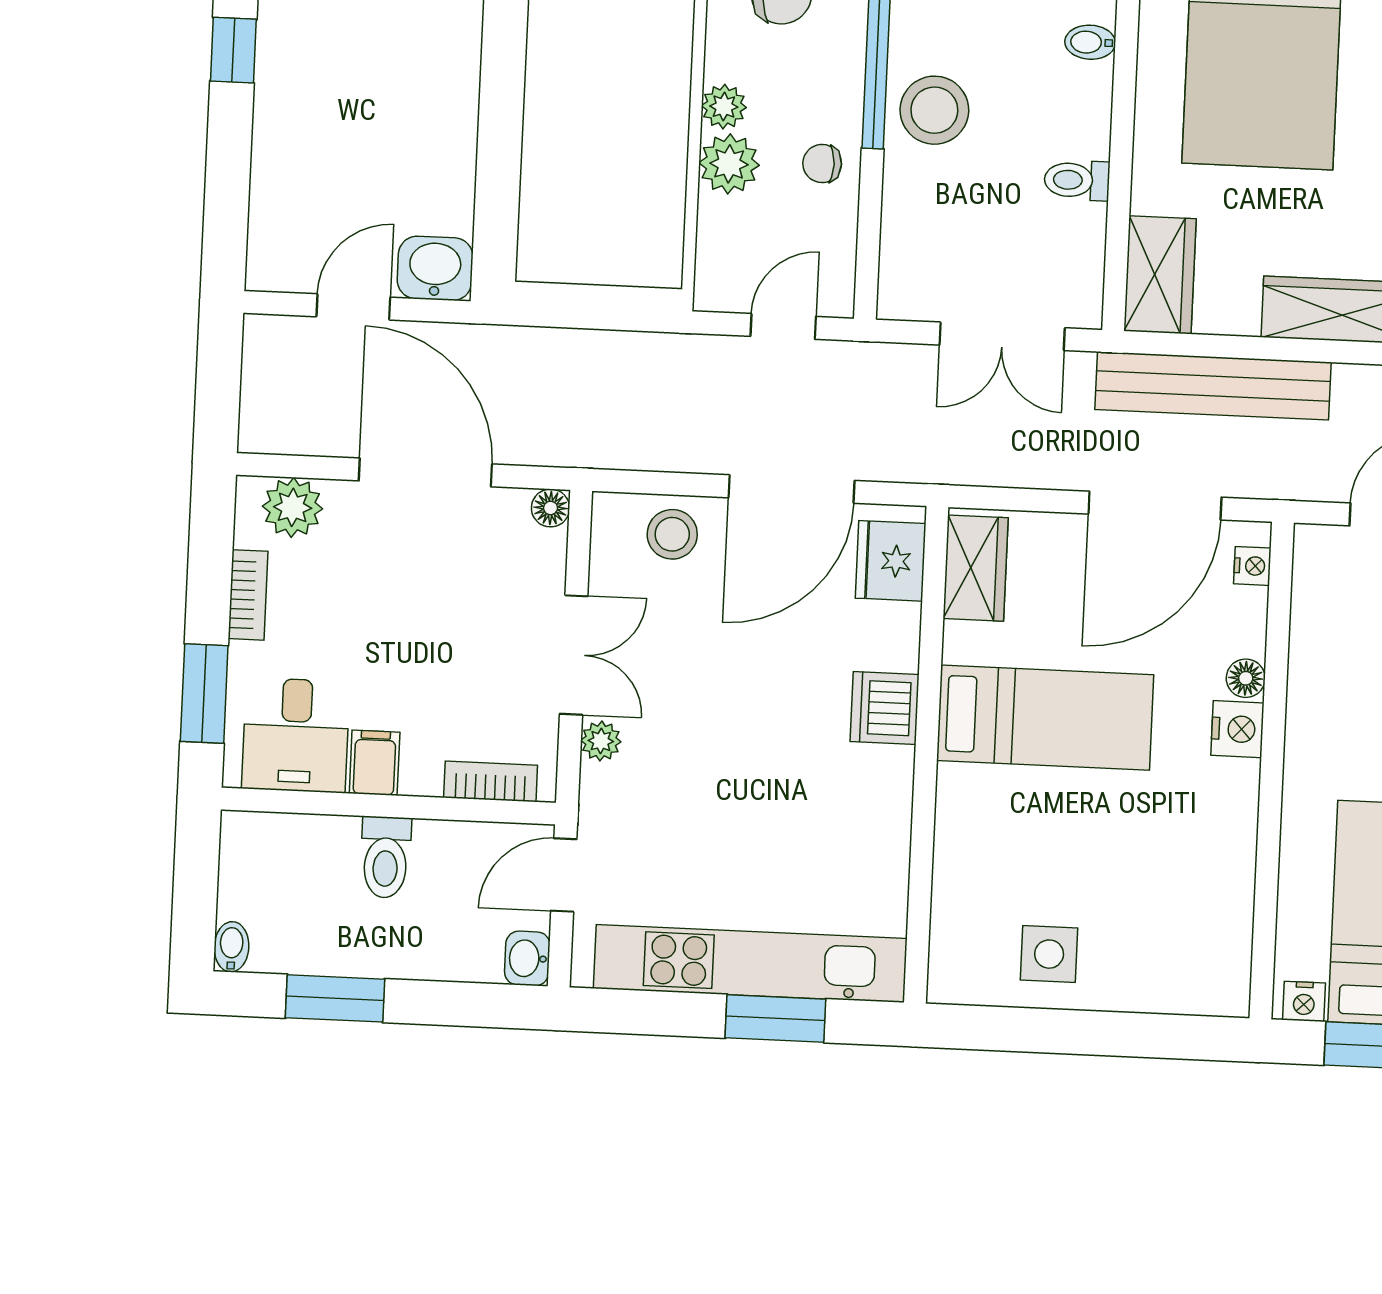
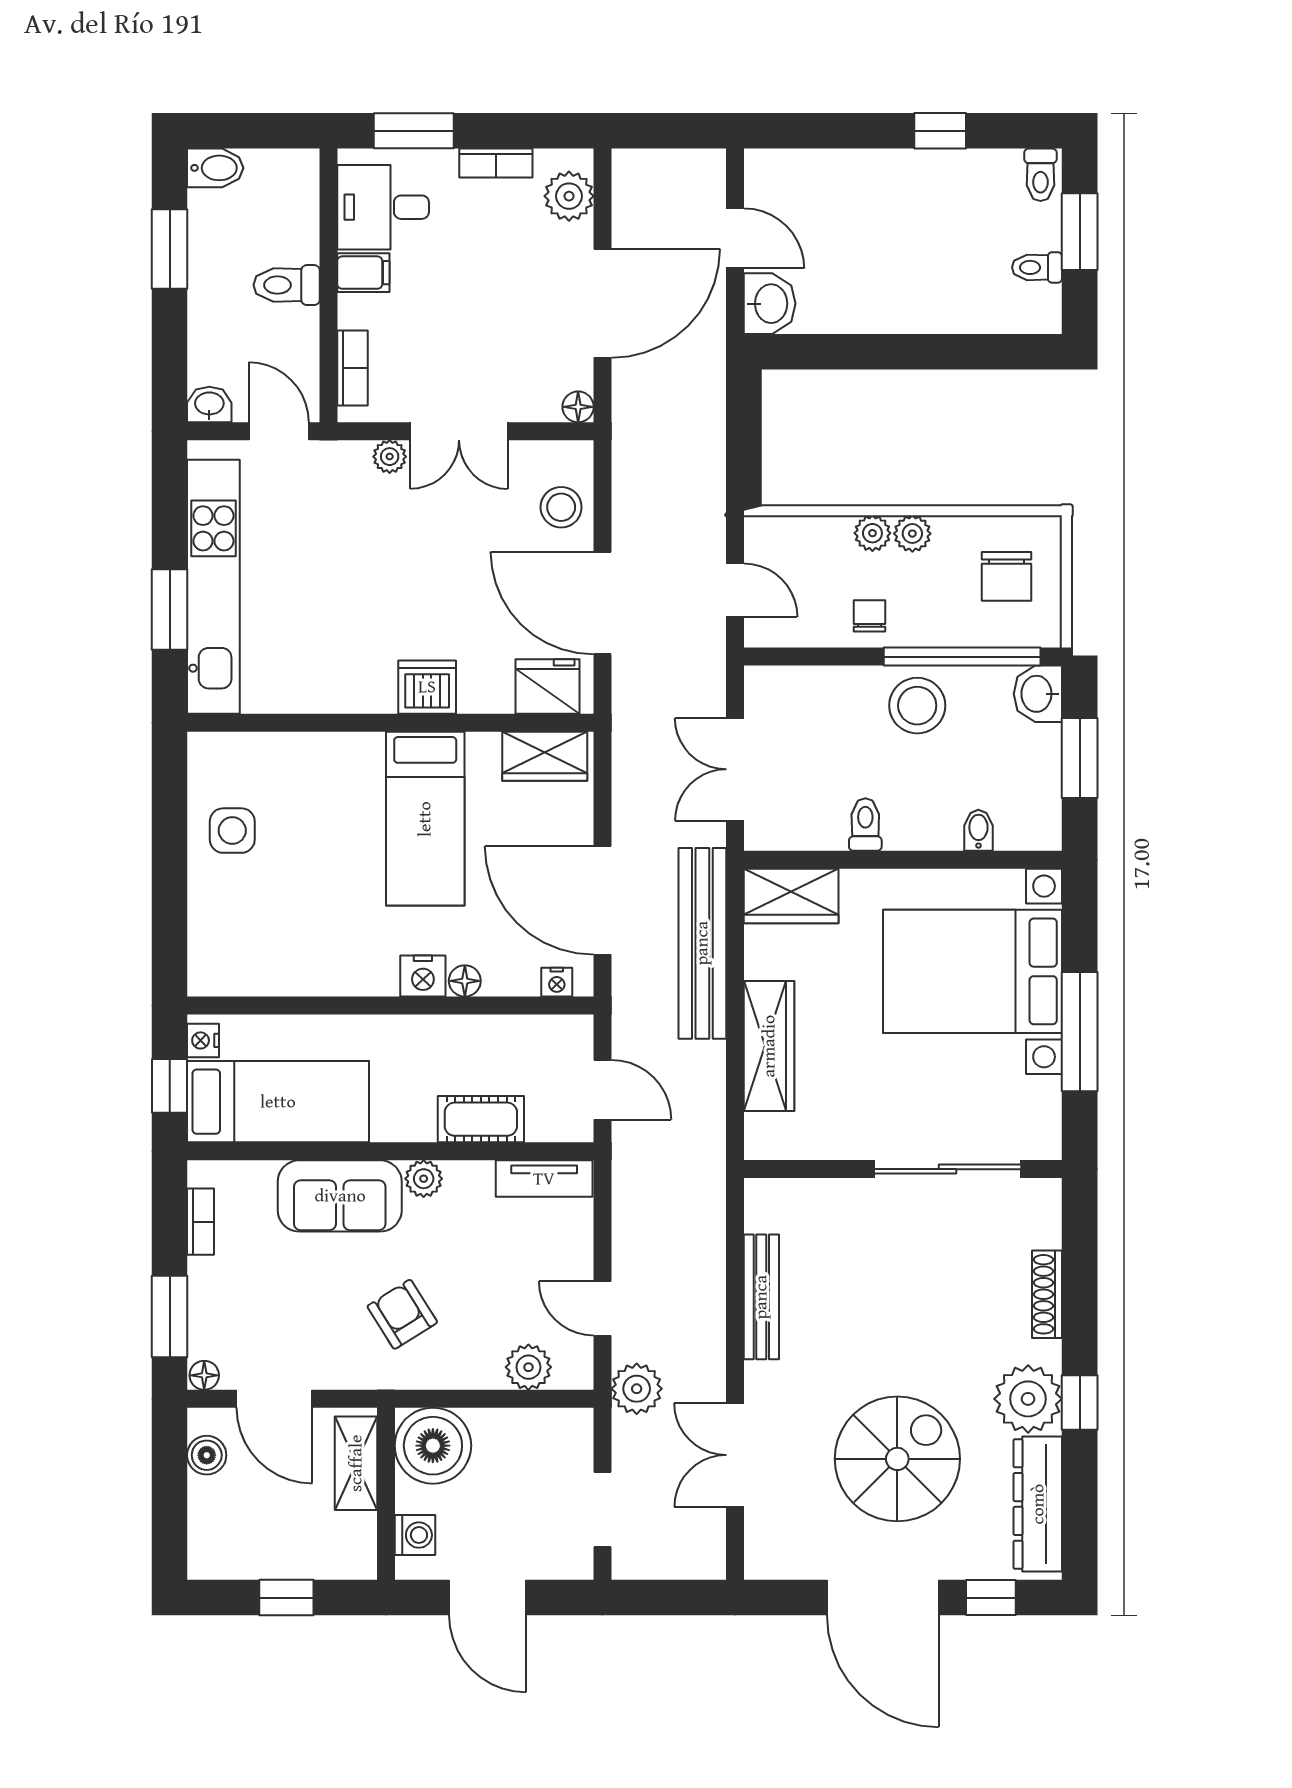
plant: (729, 164) -> (872, 533), width x0.73, depth x0.73
bidet: (232, 947) -> (215, 168), width x1.38, depth x1.36

